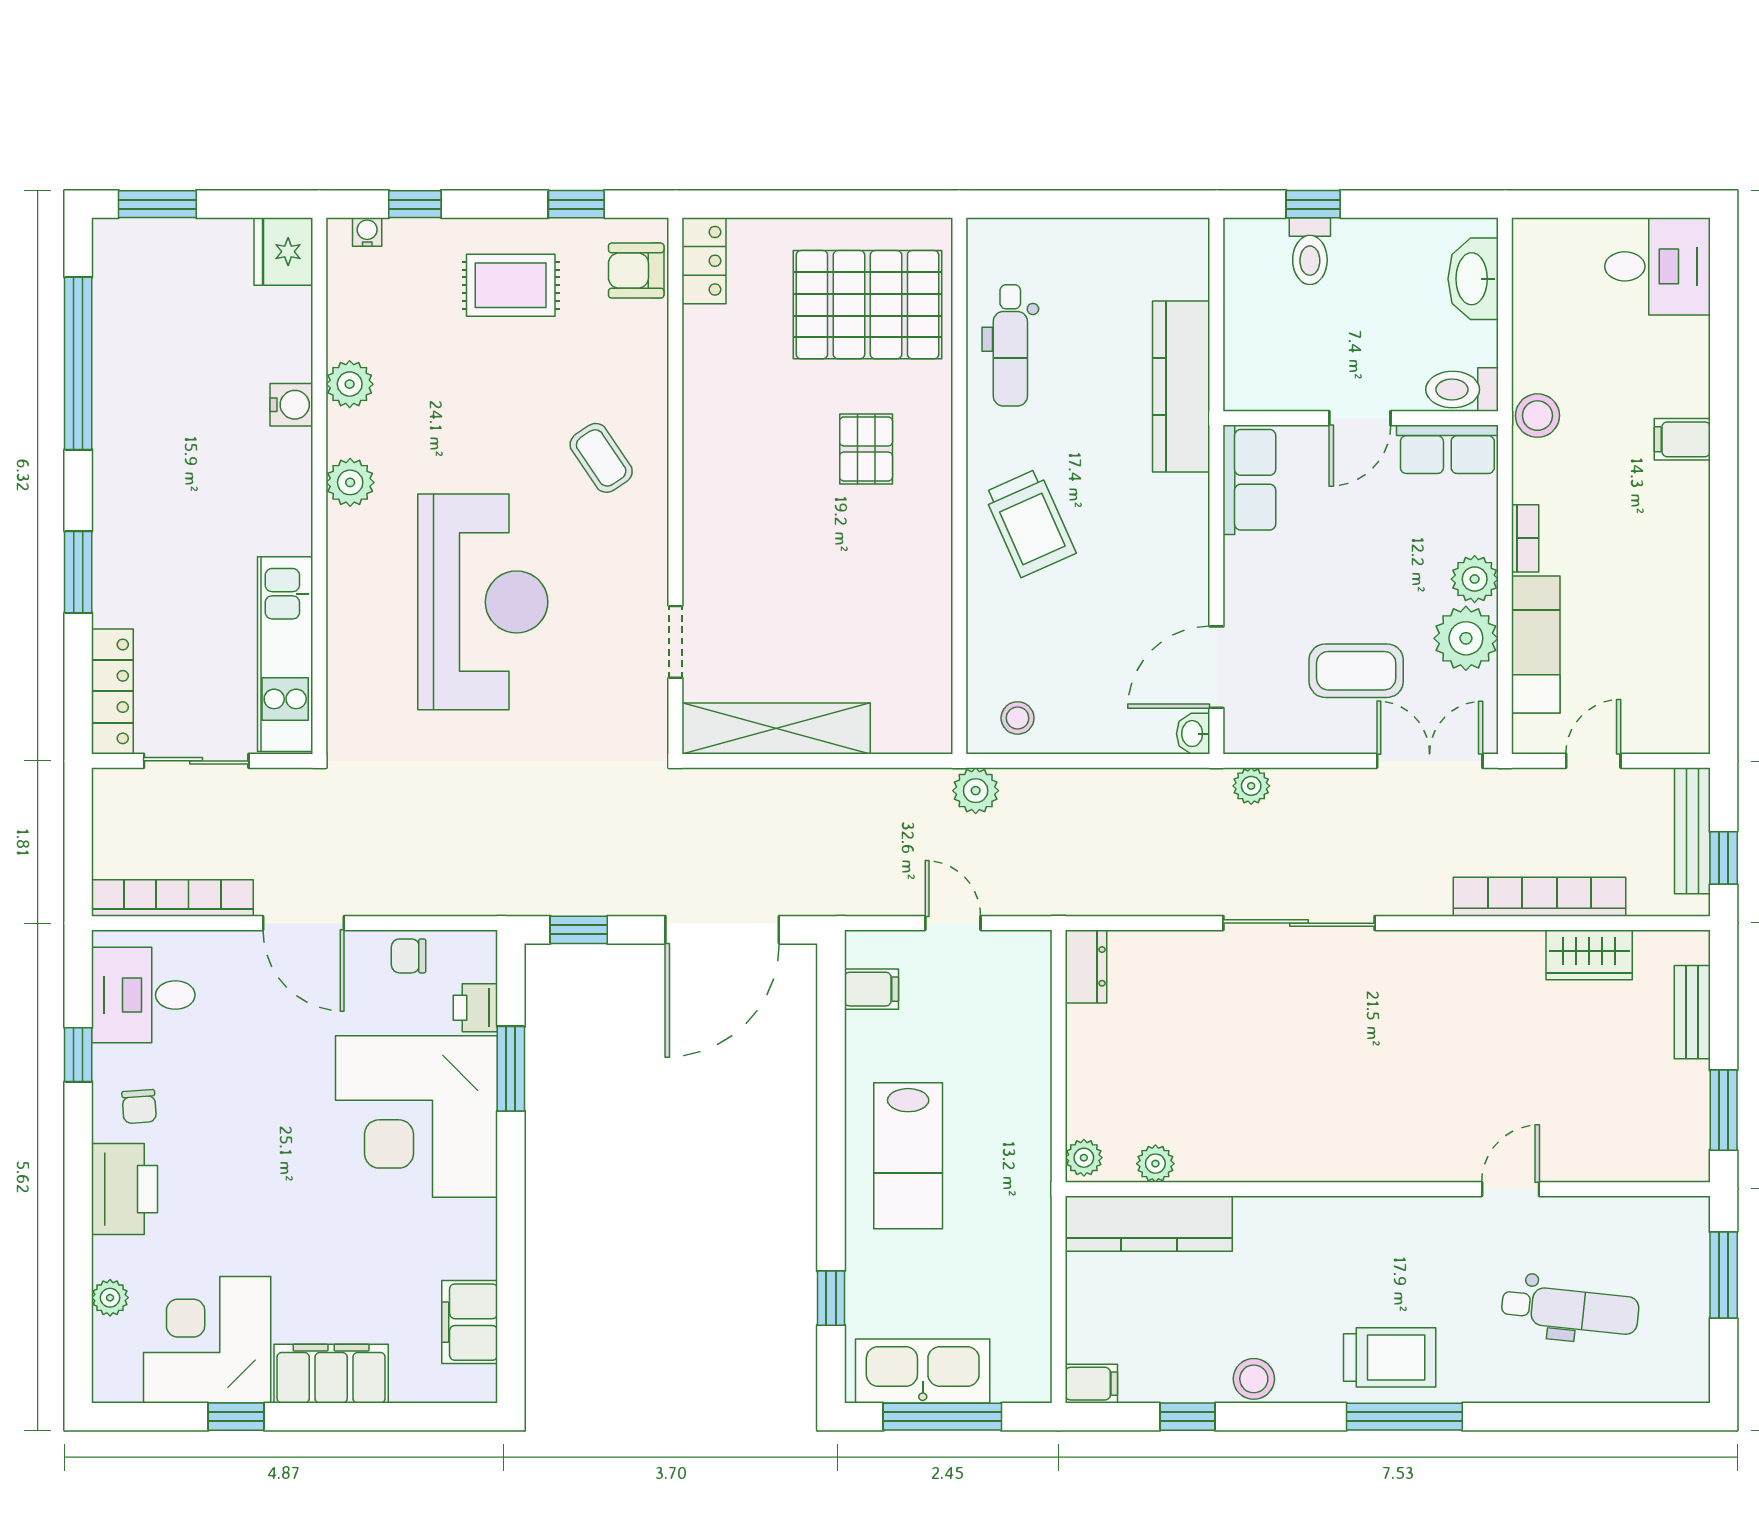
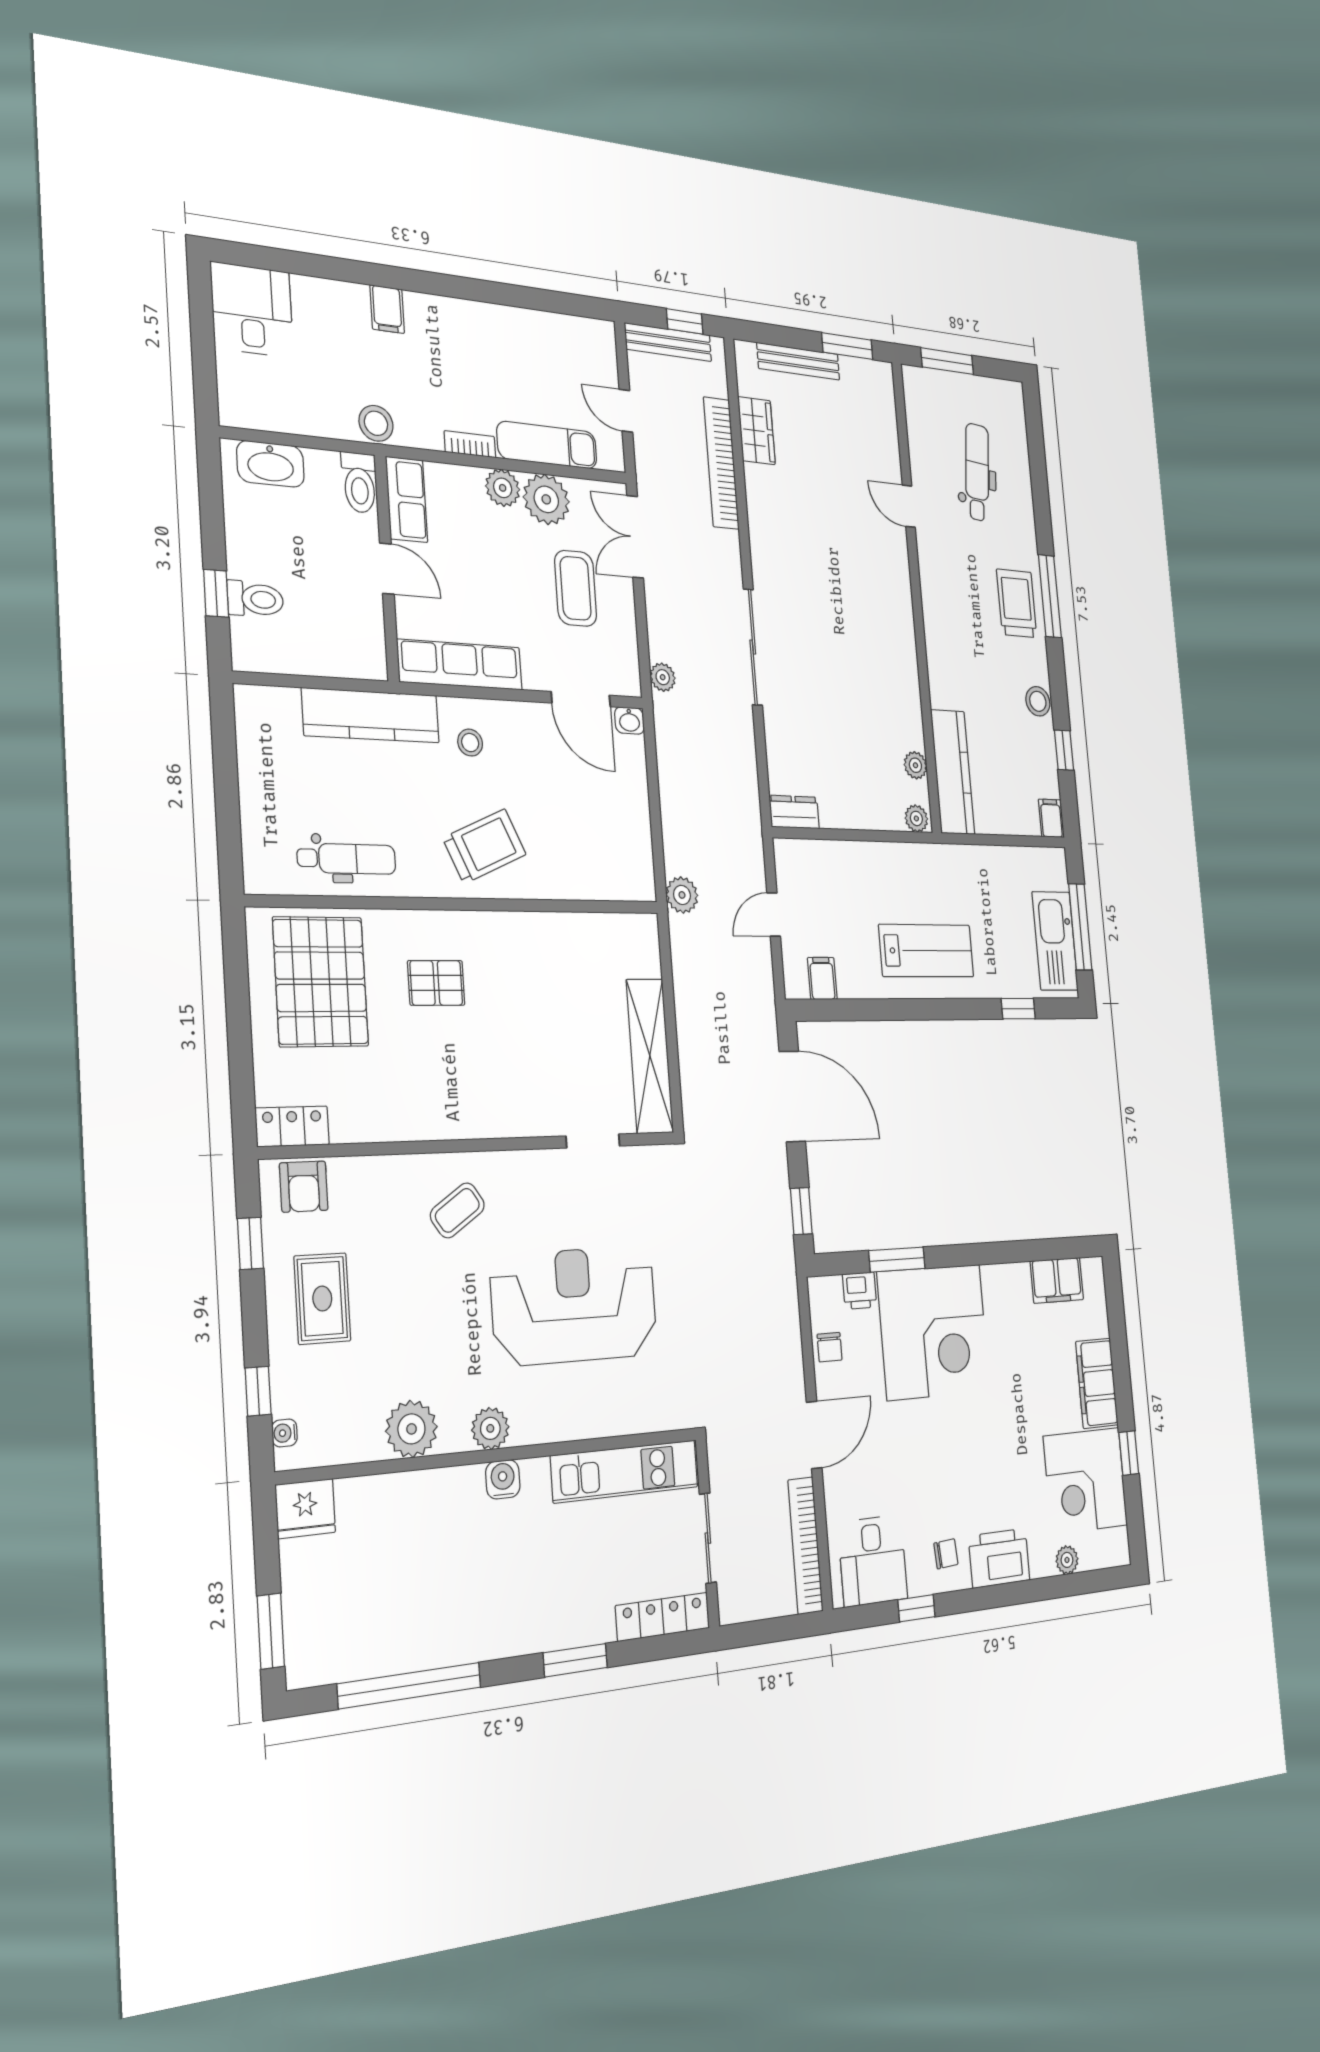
plant: (350, 384) -> (412, 1429), width x1.36, depth x1.36
water cooler: (291, 405) -> (503, 1479), moved
row of seats: (1249, 480) -> (460, 665), width x1.48
stool: (1018, 718) -> (470, 743), moved
bench: (1692, 1012) -> (798, 361), width x1.36

